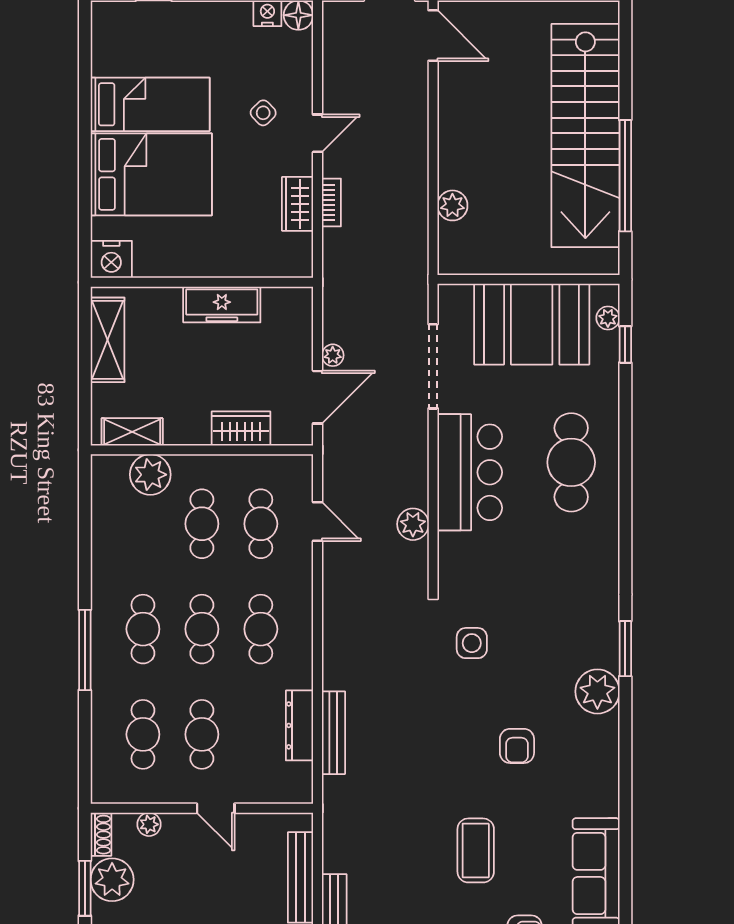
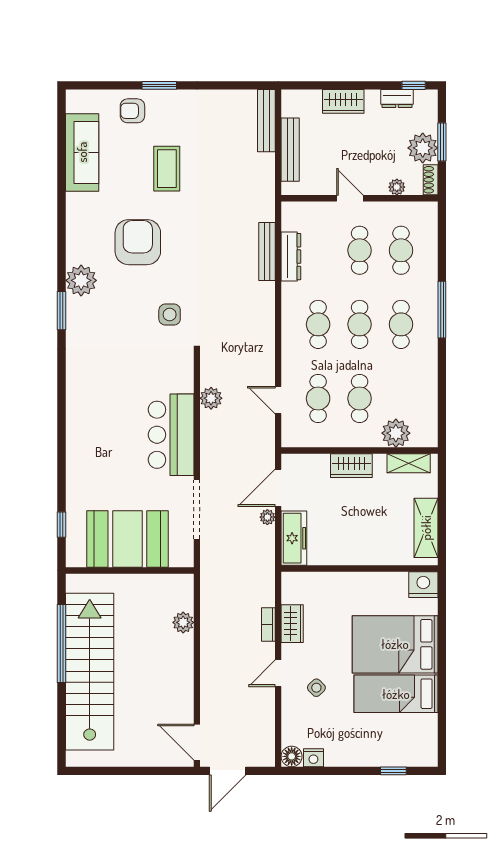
freezer: (222, 305) -> (294, 538), moved, turned 90
plant: (608, 318) -> (74, 543), removed
wardrobe: (241, 428) -> (351, 466), moved
cafe table: (571, 462) -> (100, 442), removed
armchair: (517, 746) -> (138, 242), width x1.88, depth x1.88

